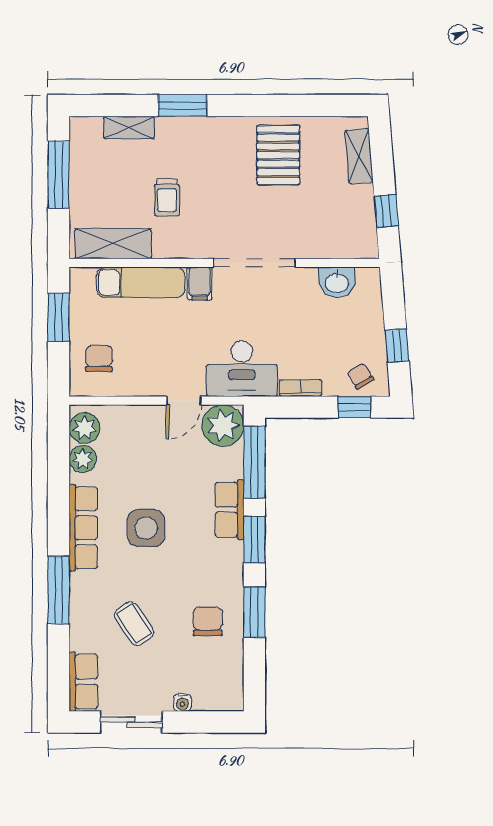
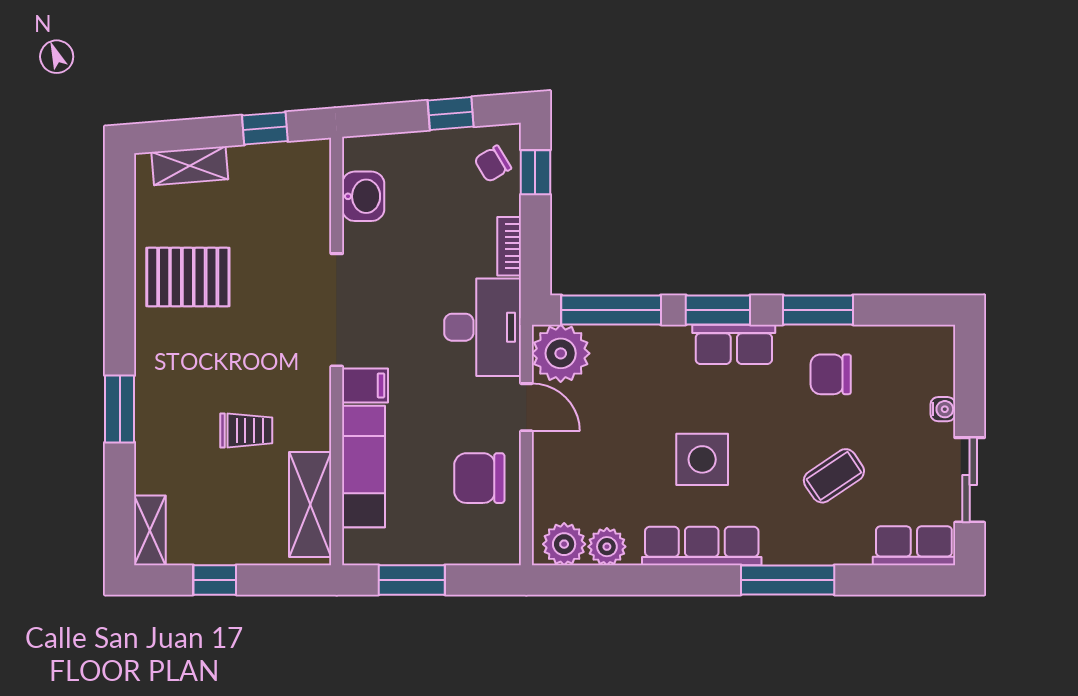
shelving: (129, 127) -> (150, 530), moved
window: (59, 174) -> (215, 580), width x0.46
chair: (99, 358) -> (479, 478), moved, width x1.37, depth x1.37
row of seats: (229, 510) -> (734, 344), moved

